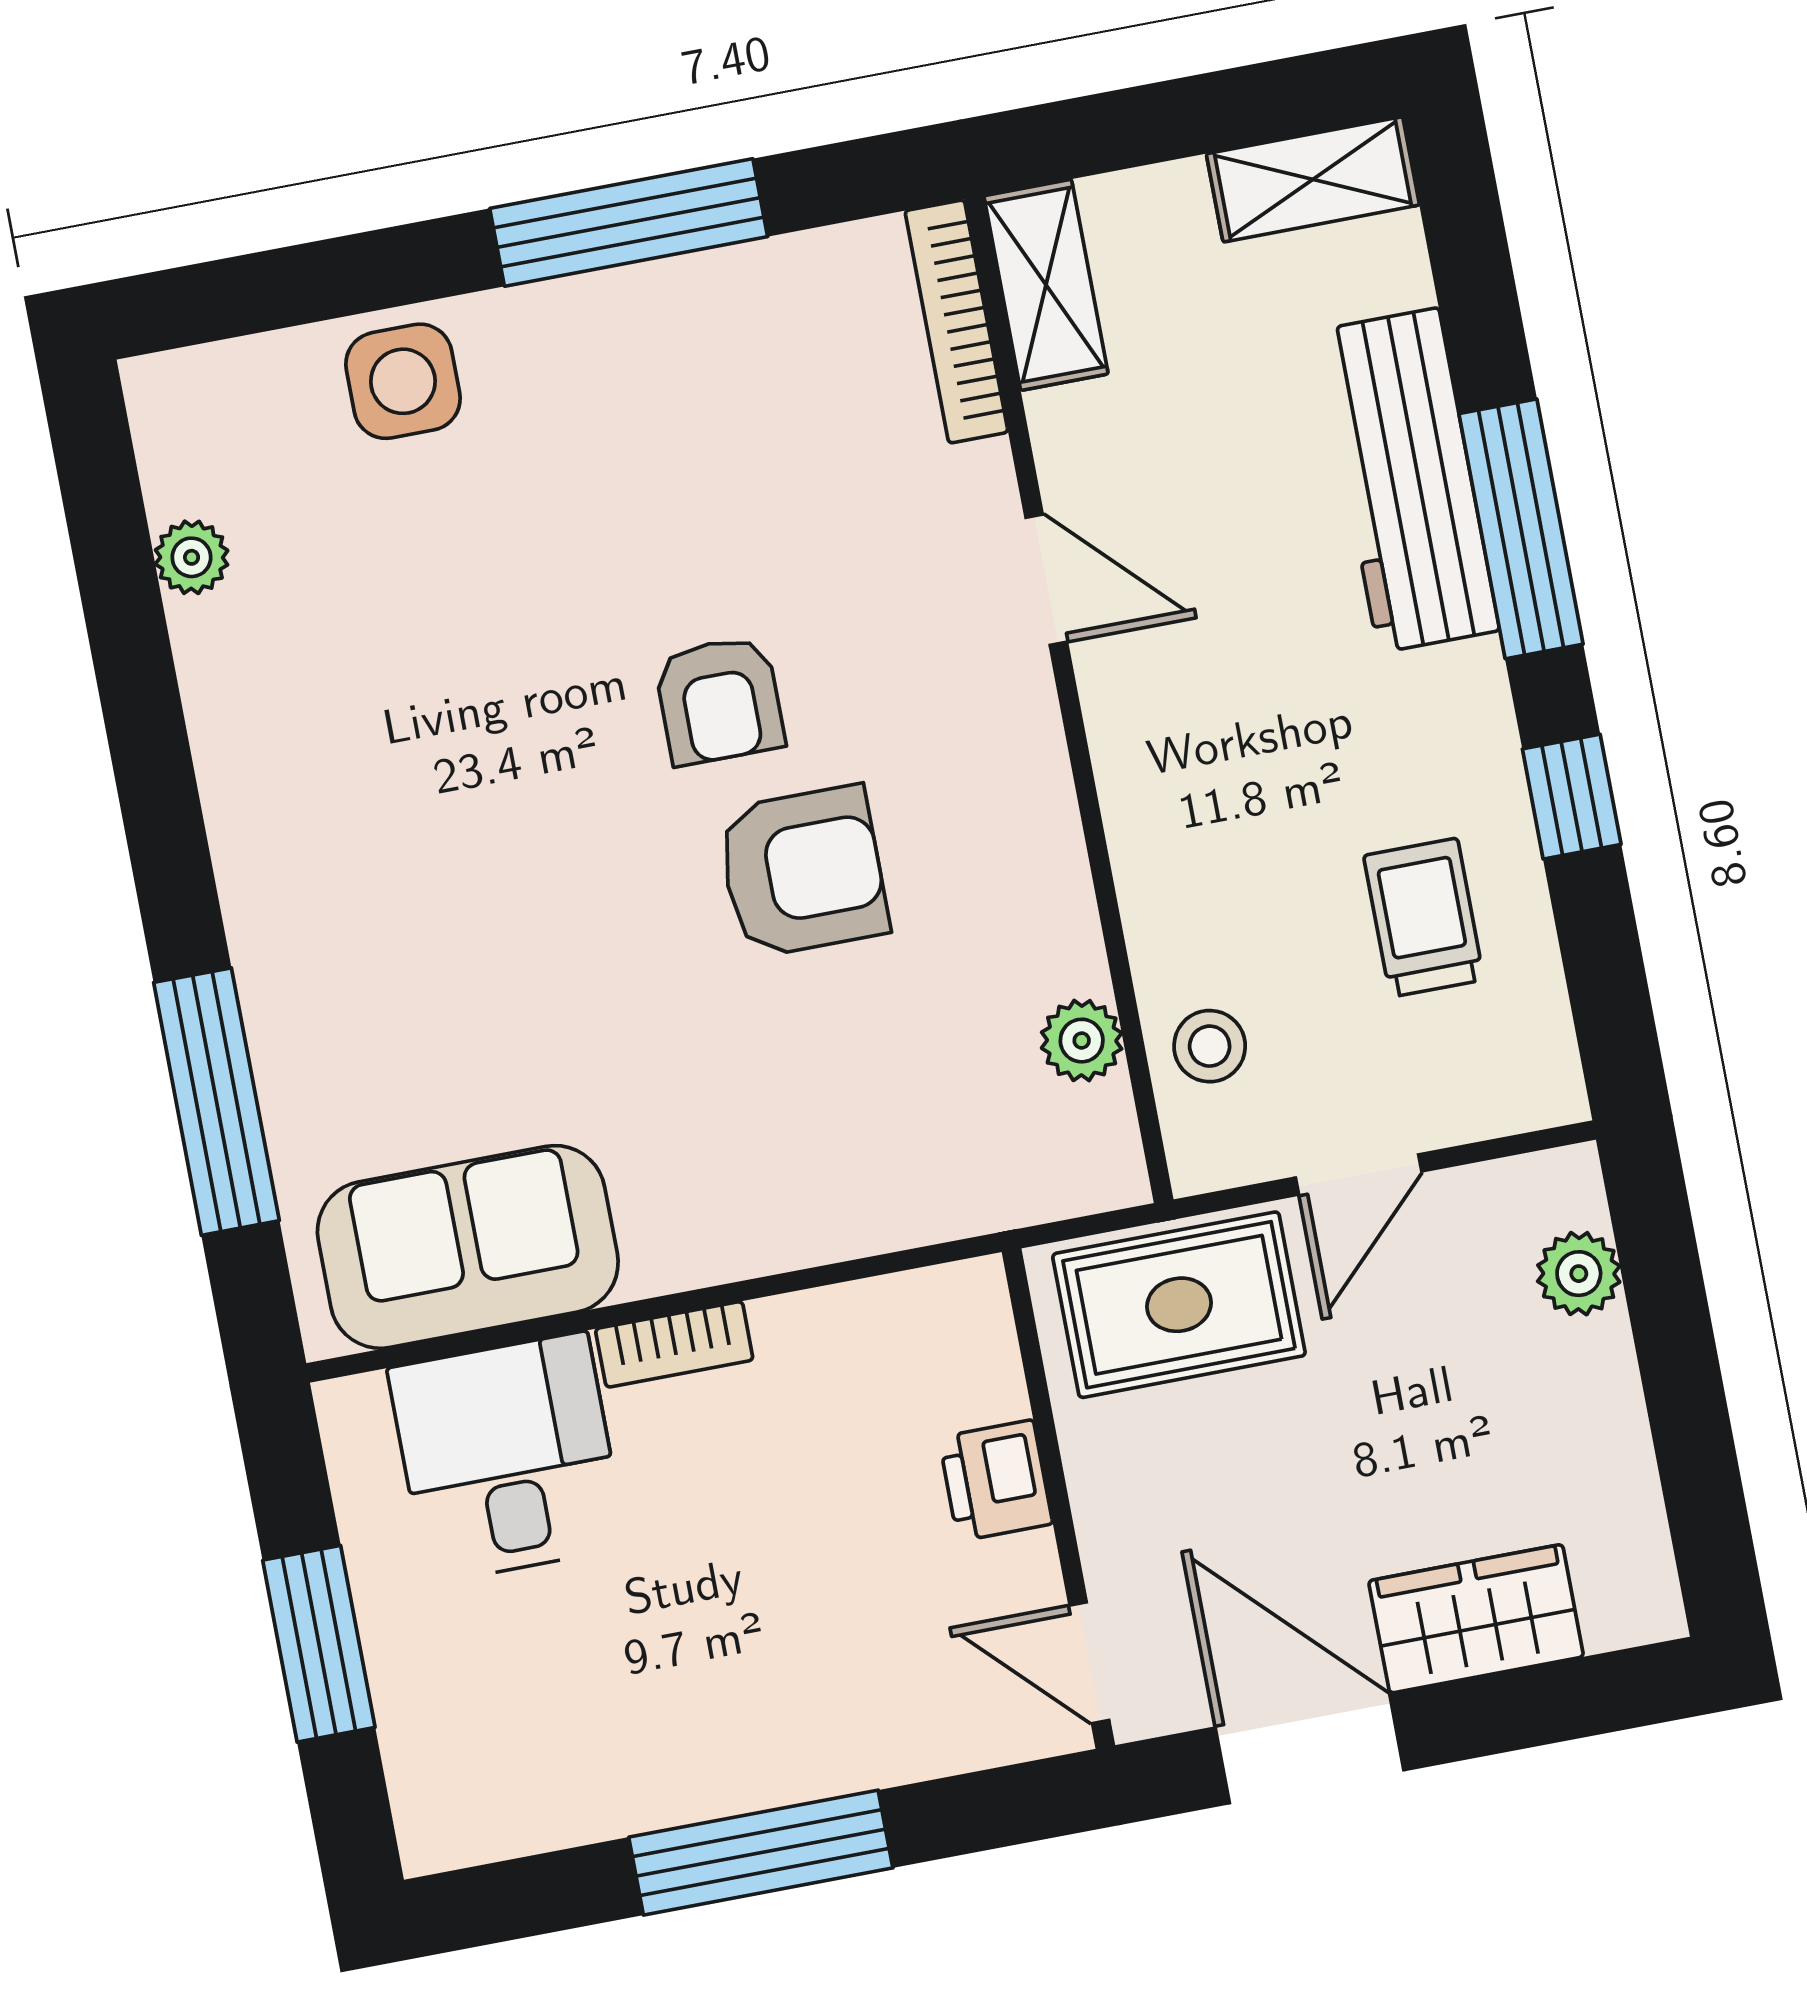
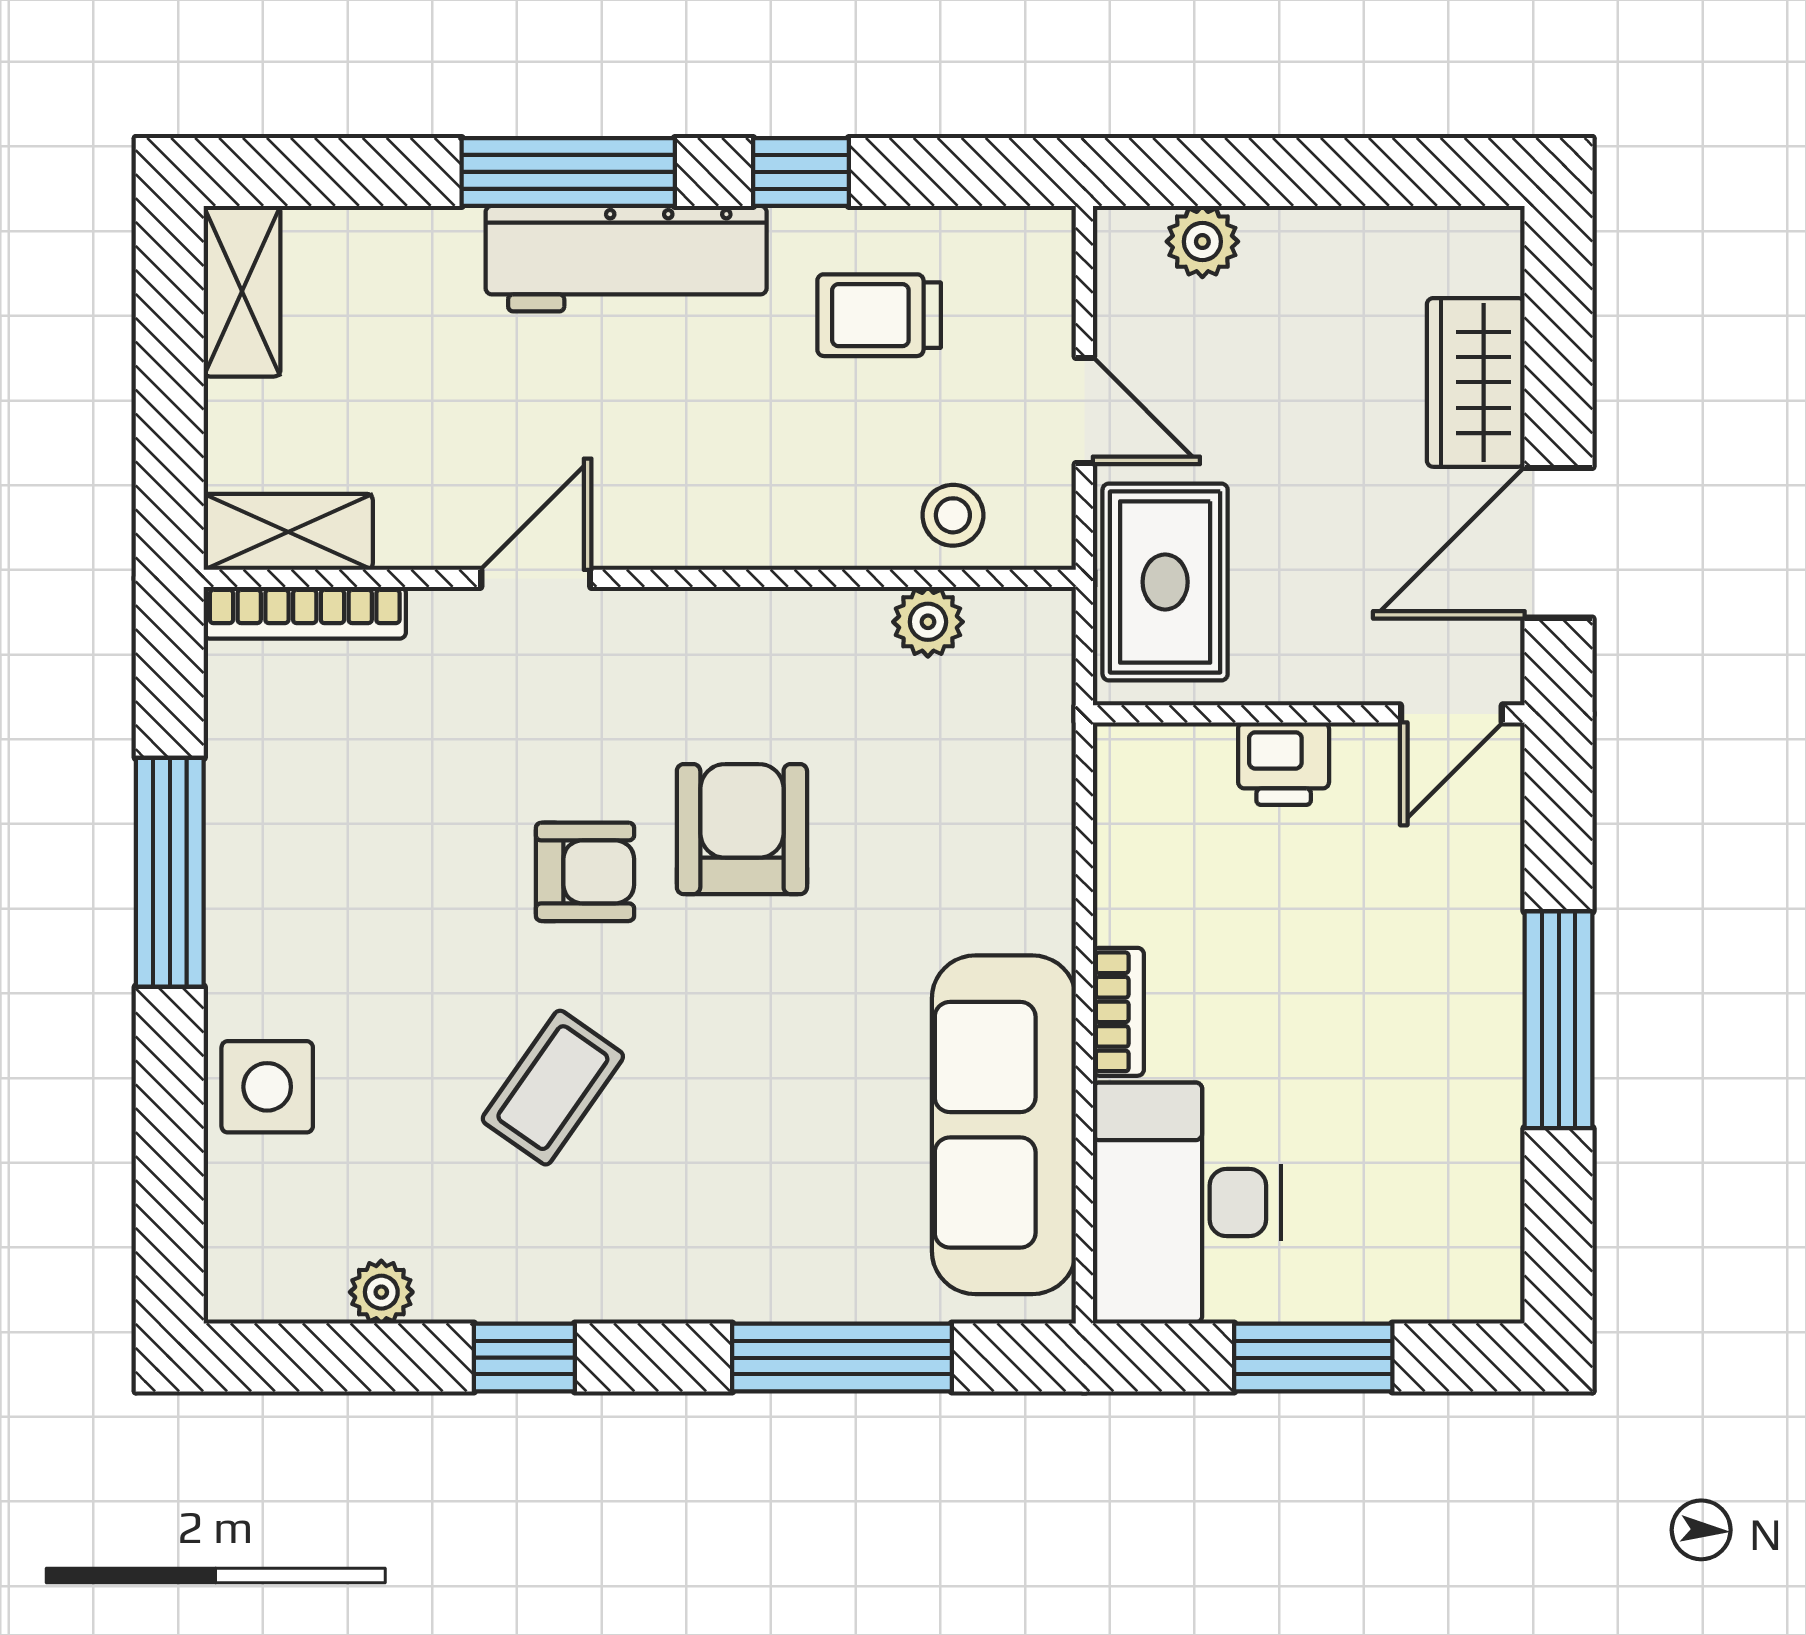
workbench: (1409, 480) -> (626, 259), moved
coffee table: (464, 710) -> (553, 1088), added
window: (147, 736) -> (524, 1358), added
sofa: (468, 1247) -> (1004, 1125), width x1.36
desk: (507, 1458) -> (1187, 1203), width x1.37

